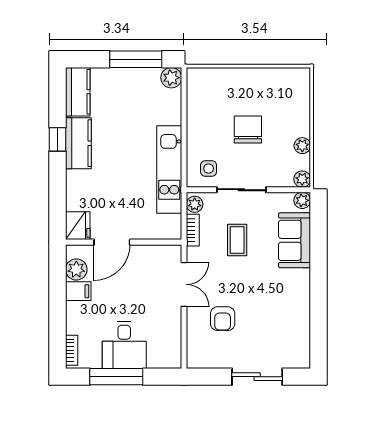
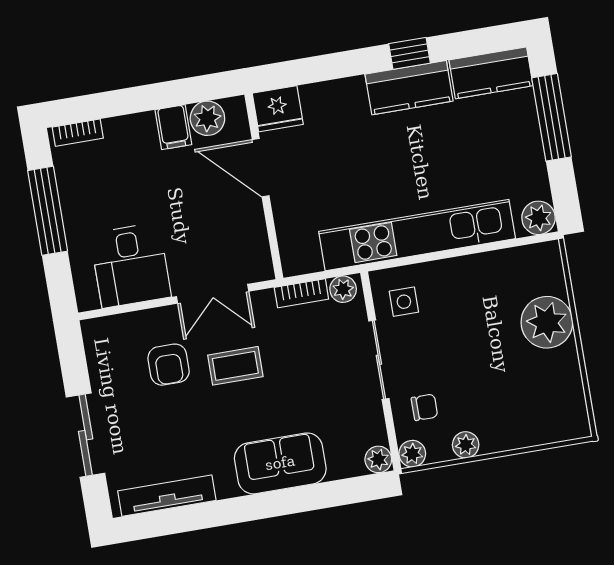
window: (136, 59) -> (552, 117), moved
plant: (236, 83) -> (547, 322), added
chair: (248, 129) -> (424, 407), moved, width x0.54, depth x0.54
kitchen unit: (169, 170) -> (417, 235), width x1.36
coffee table: (237, 240) -> (235, 366), moved
sofa: (294, 240) -> (280, 463), moved
armchair: (223, 319) -> (169, 365), turned -90
tv unit: (302, 333) -> (167, 496), added
desk: (124, 345) -> (130, 265), moved, turned -90

